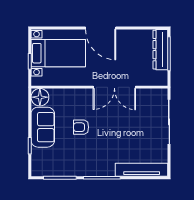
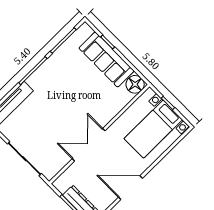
door: (101, 28) -> (130, 188), moved
sofa: (43, 127) -> (106, 60), width x1.36
armchair: (81, 127) -> (84, 92), removed

